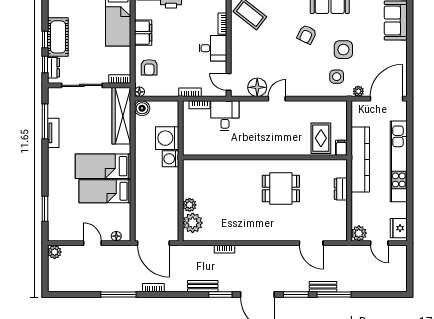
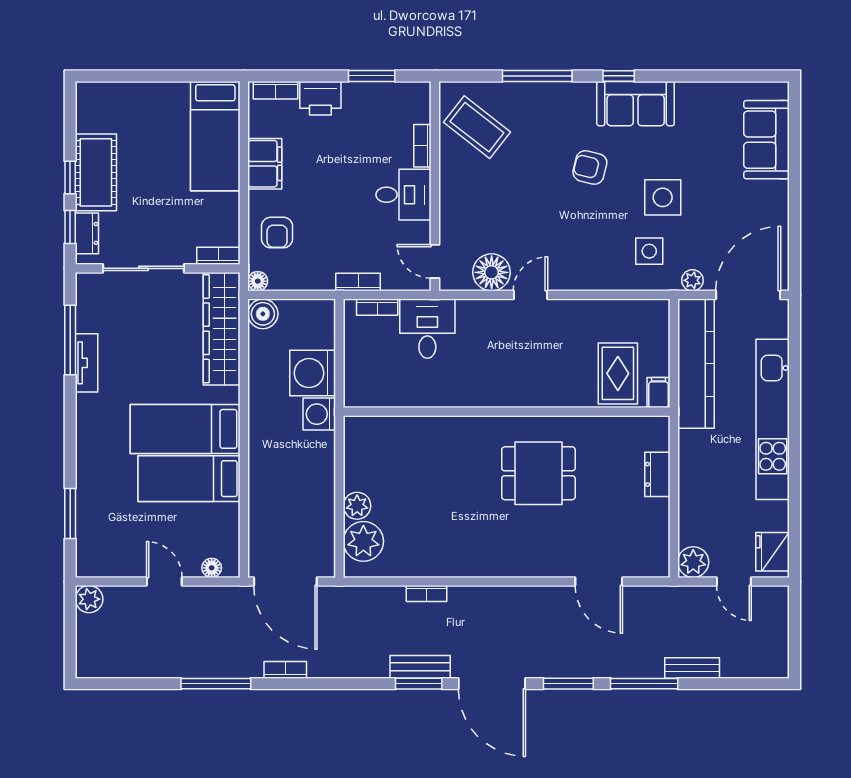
armchair: (307, 34) -> (590, 167), turned 78
kitchen counter: (360, 159) -> (696, 364), moved
bench: (203, 286) -> (420, 667), moved
bench: (323, 287) -> (692, 668), moved

